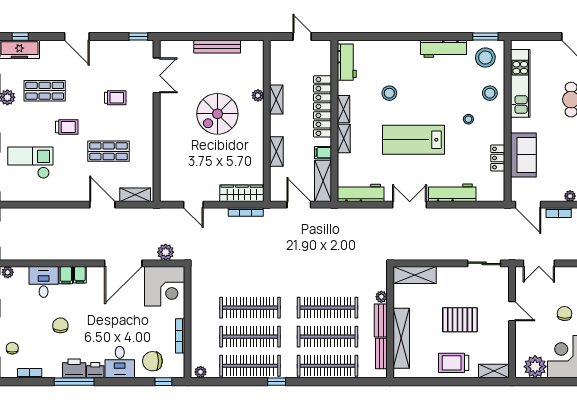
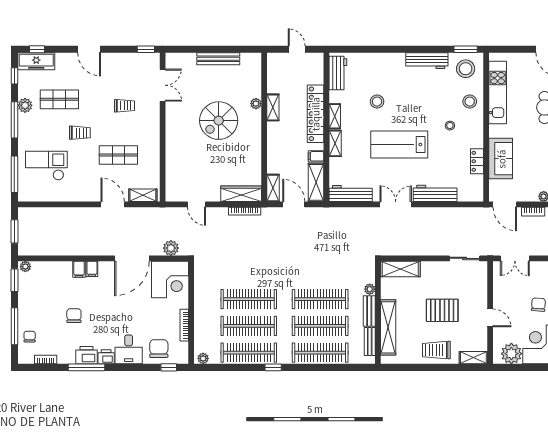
shelving: (276, 152) -> (273, 188), moved
desk: (44, 282) -> (58, 276), removed
door: (512, 311) -> (490, 318), moved
chair: (152, 361) -> (159, 349), turned 90

